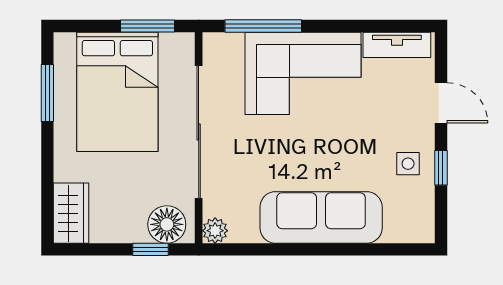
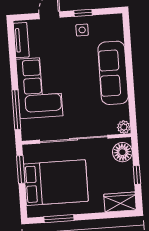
window: (151, 249) -> (137, 175), moved

